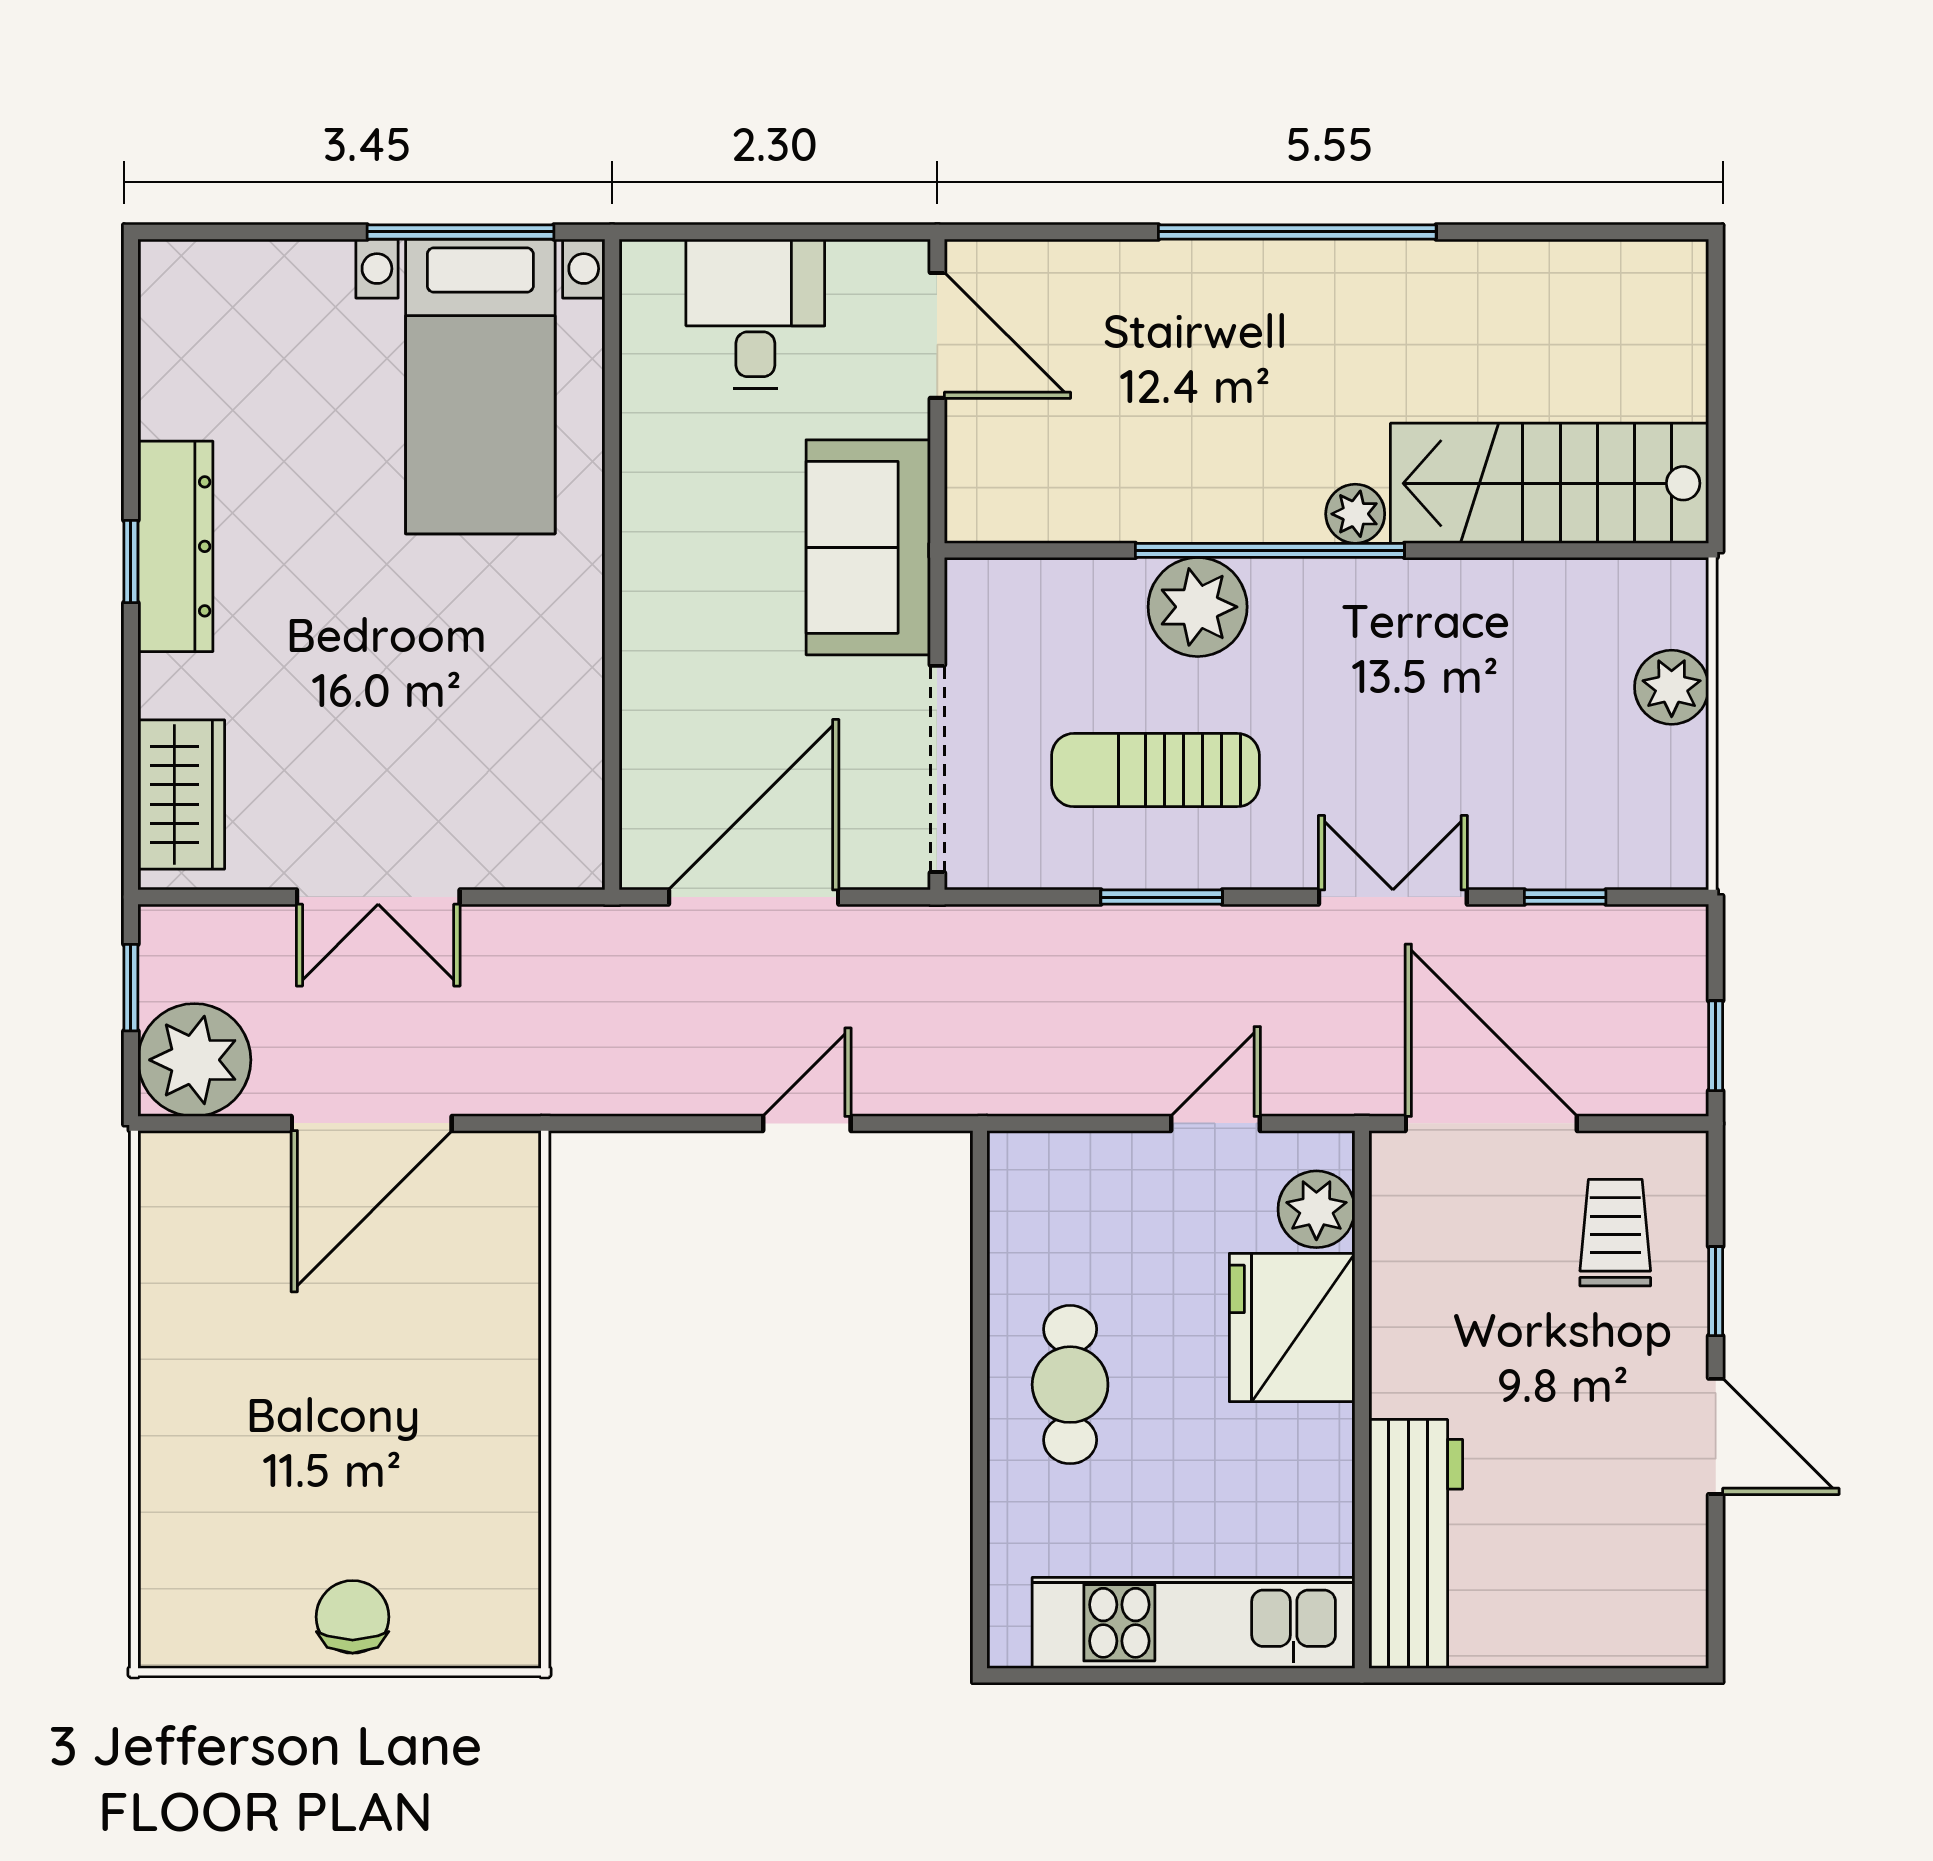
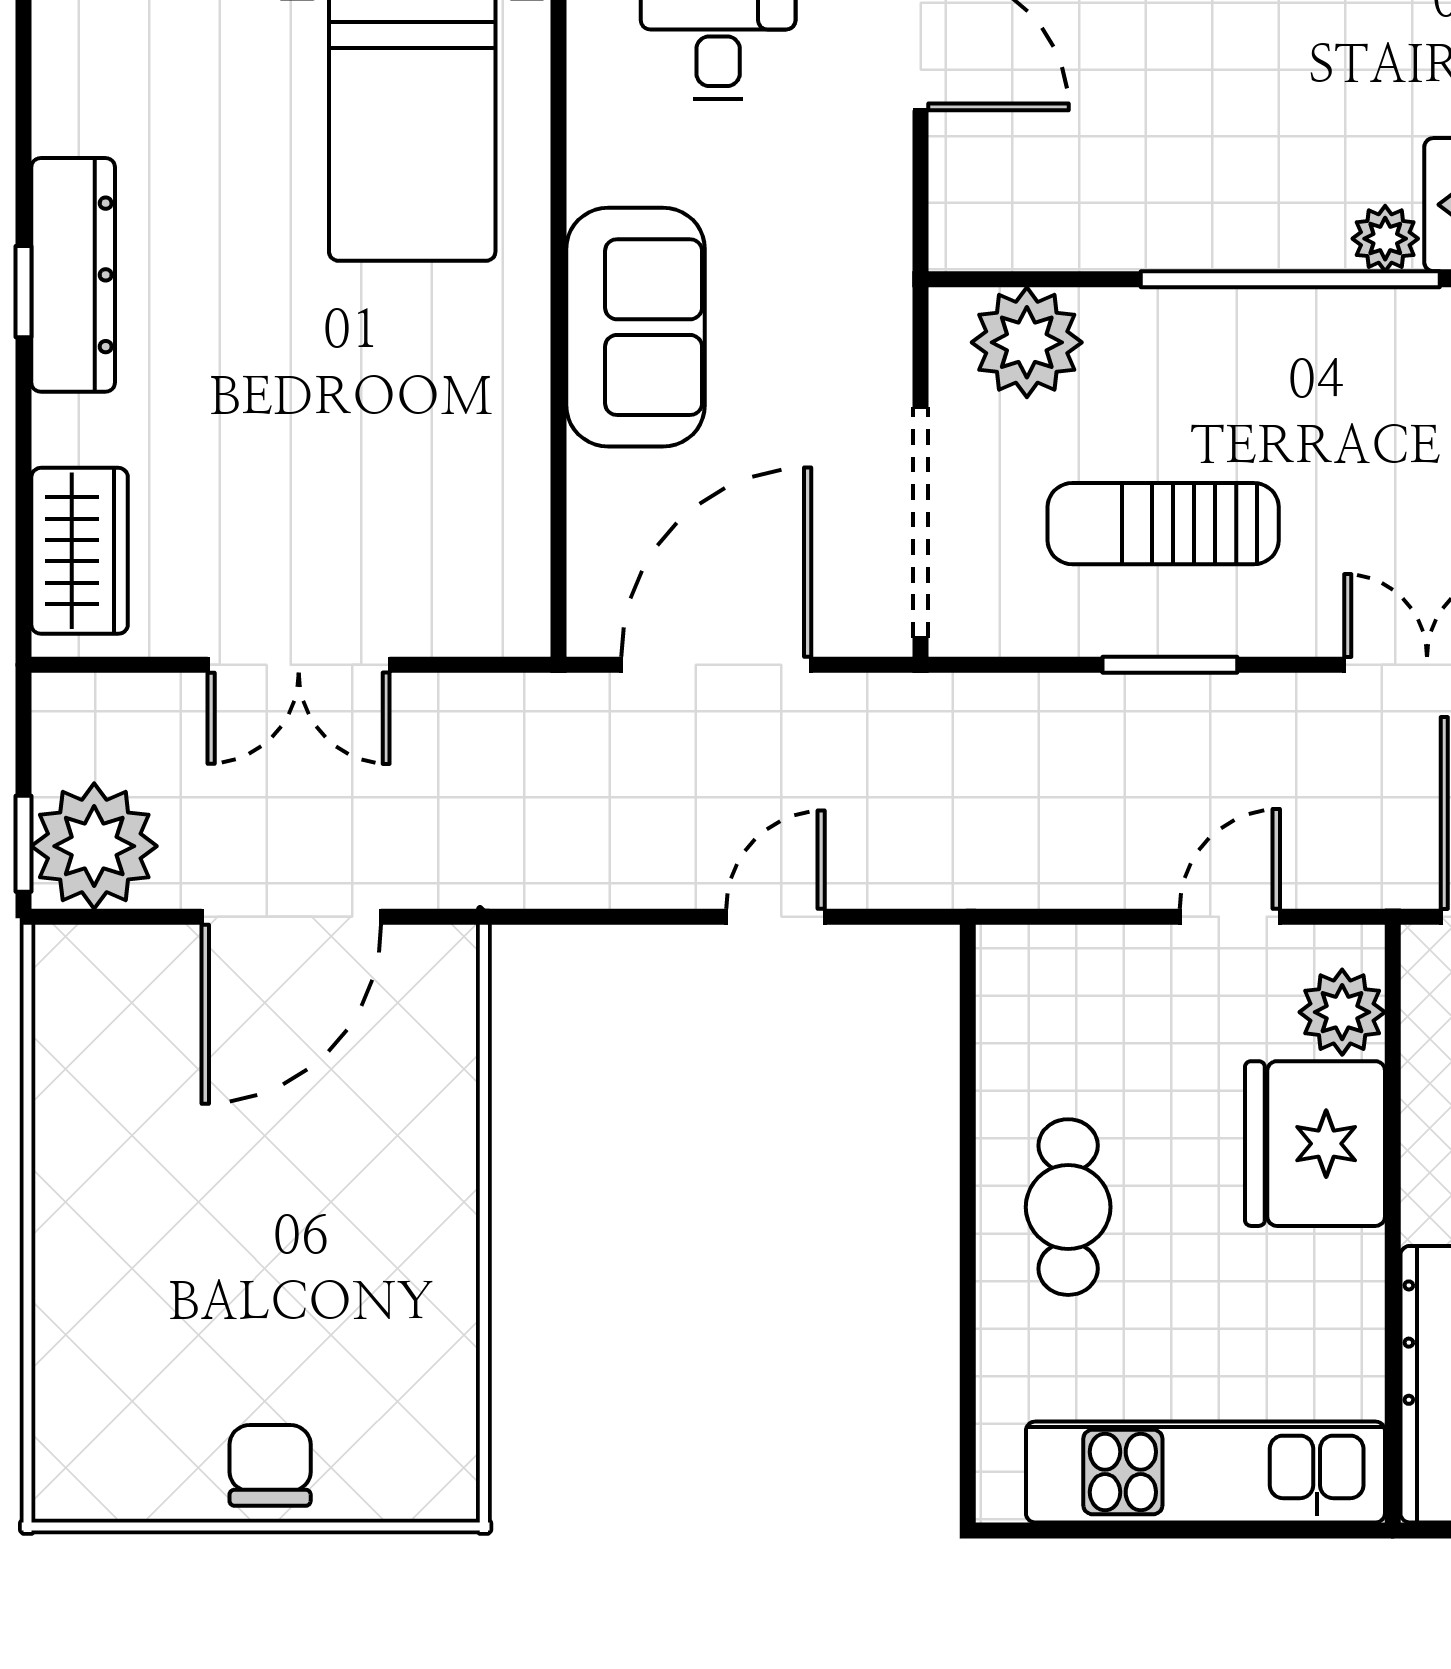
sofa: (868, 547) -> (636, 327), moved, turned 180
plant: (1198, 607) -> (1027, 342), moved
window: (131, 988) -> (24, 844), moved

